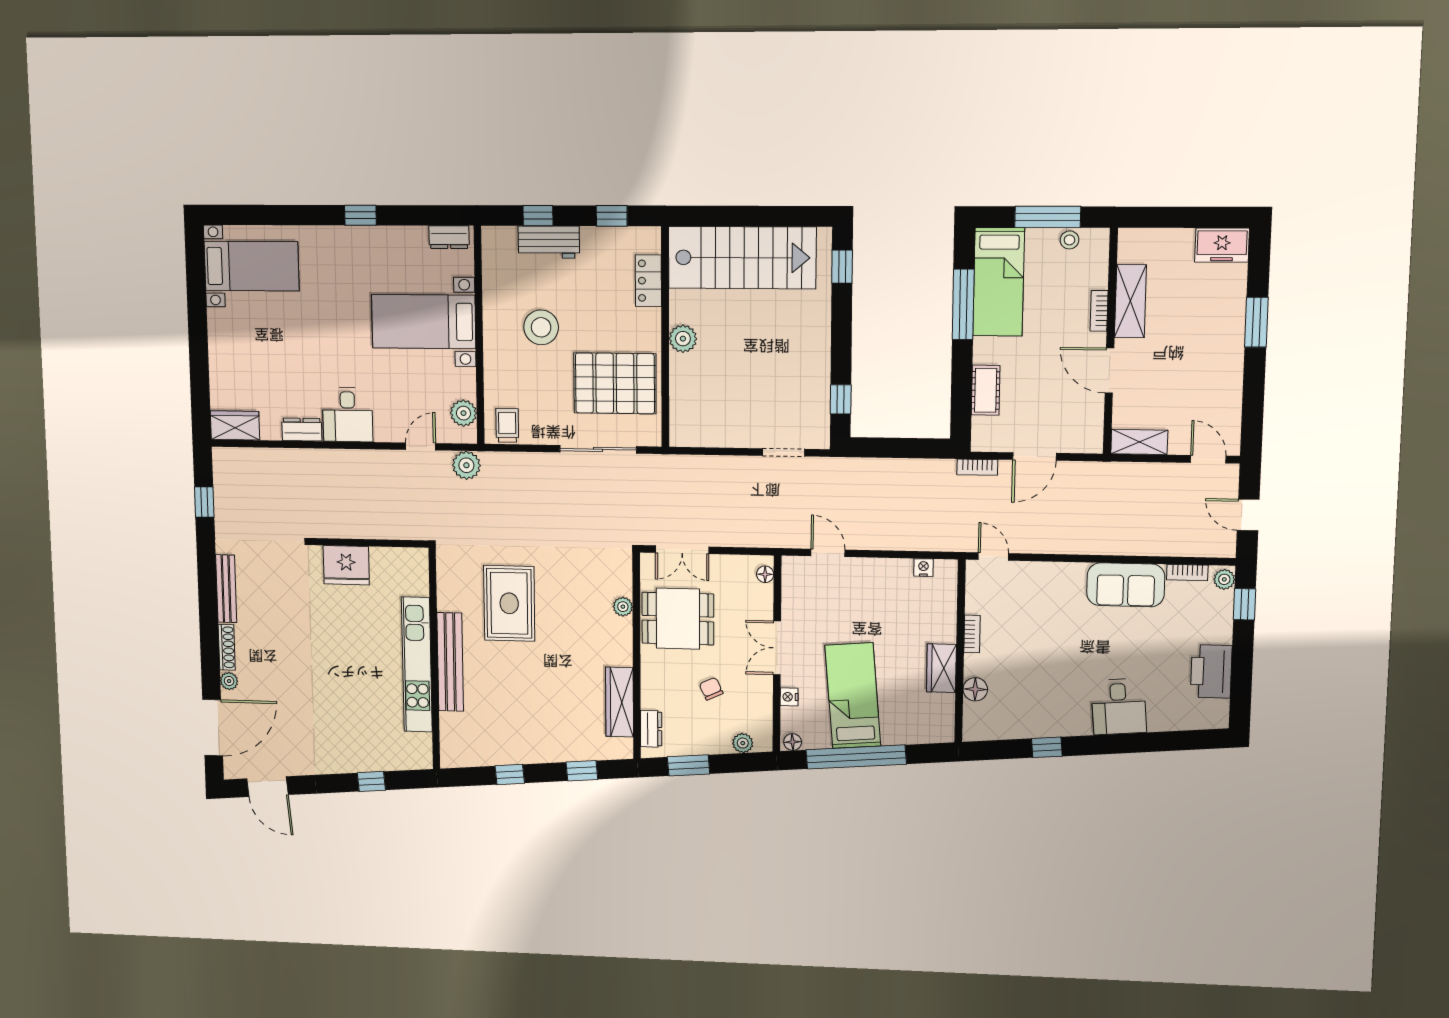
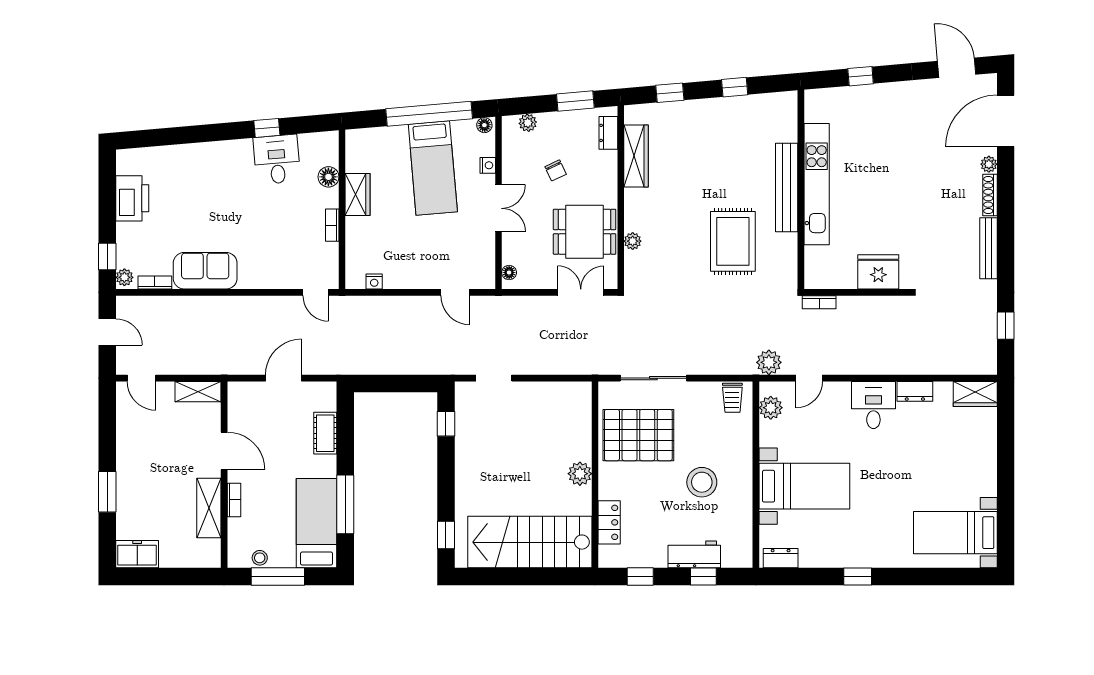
bookcase: (977, 467) -> (819, 302), moved, turned 180
desk: (1119, 707) -> (277, 159), moved

